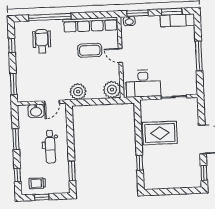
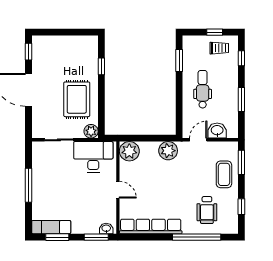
coffee table: (90, 50) -> (224, 174), moved, turned 90
plant: (146, 106) -> (91, 131), added
rug: (160, 133) -> (77, 99), turned 90

